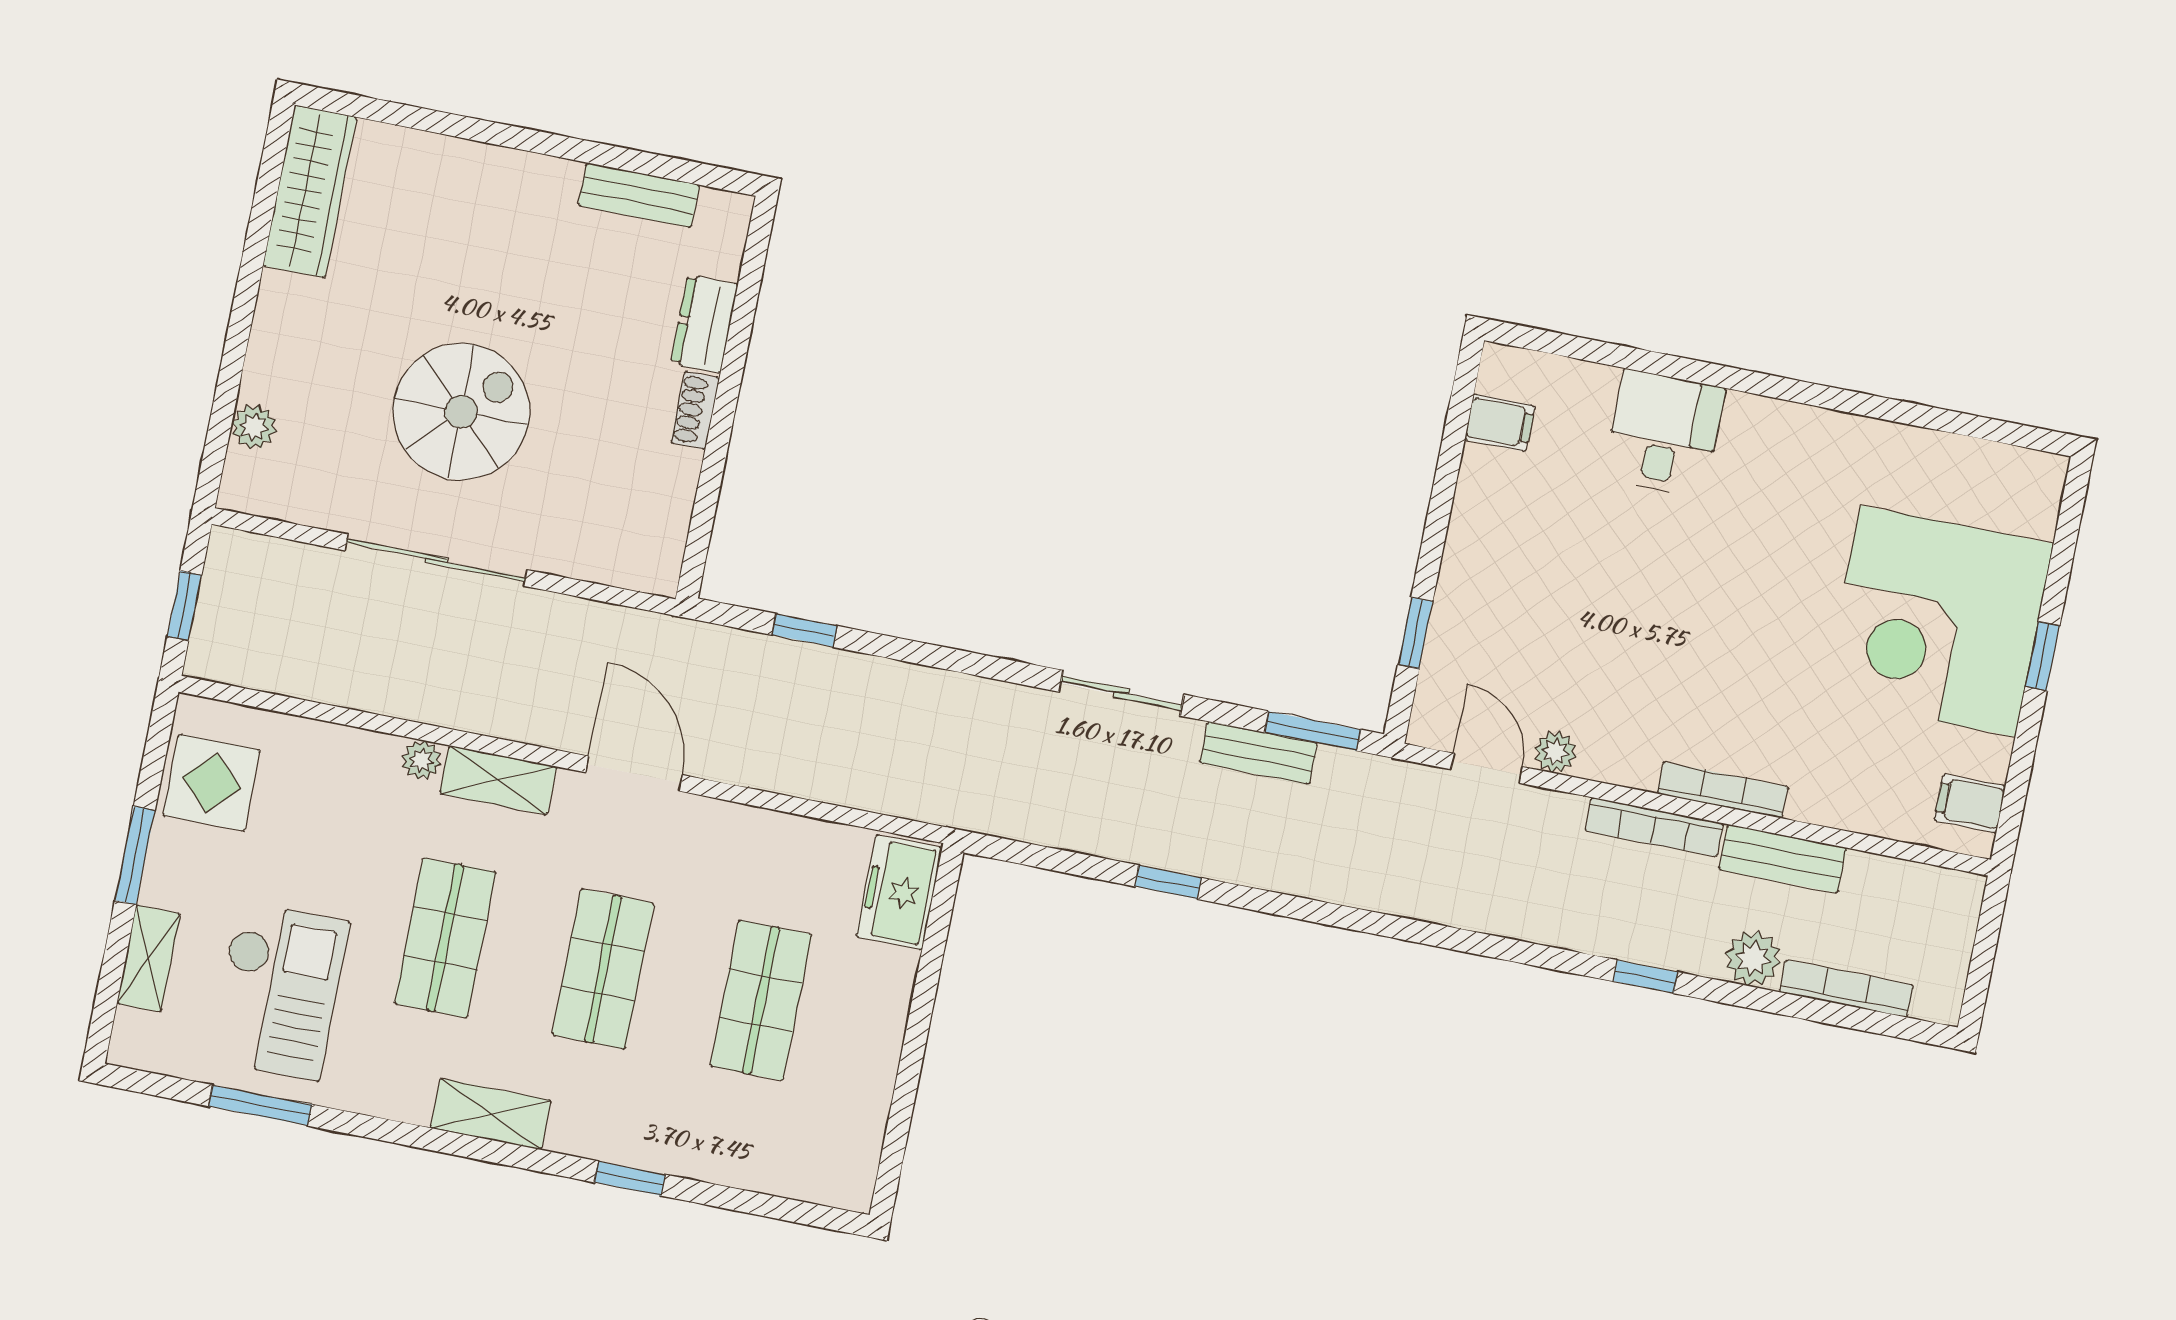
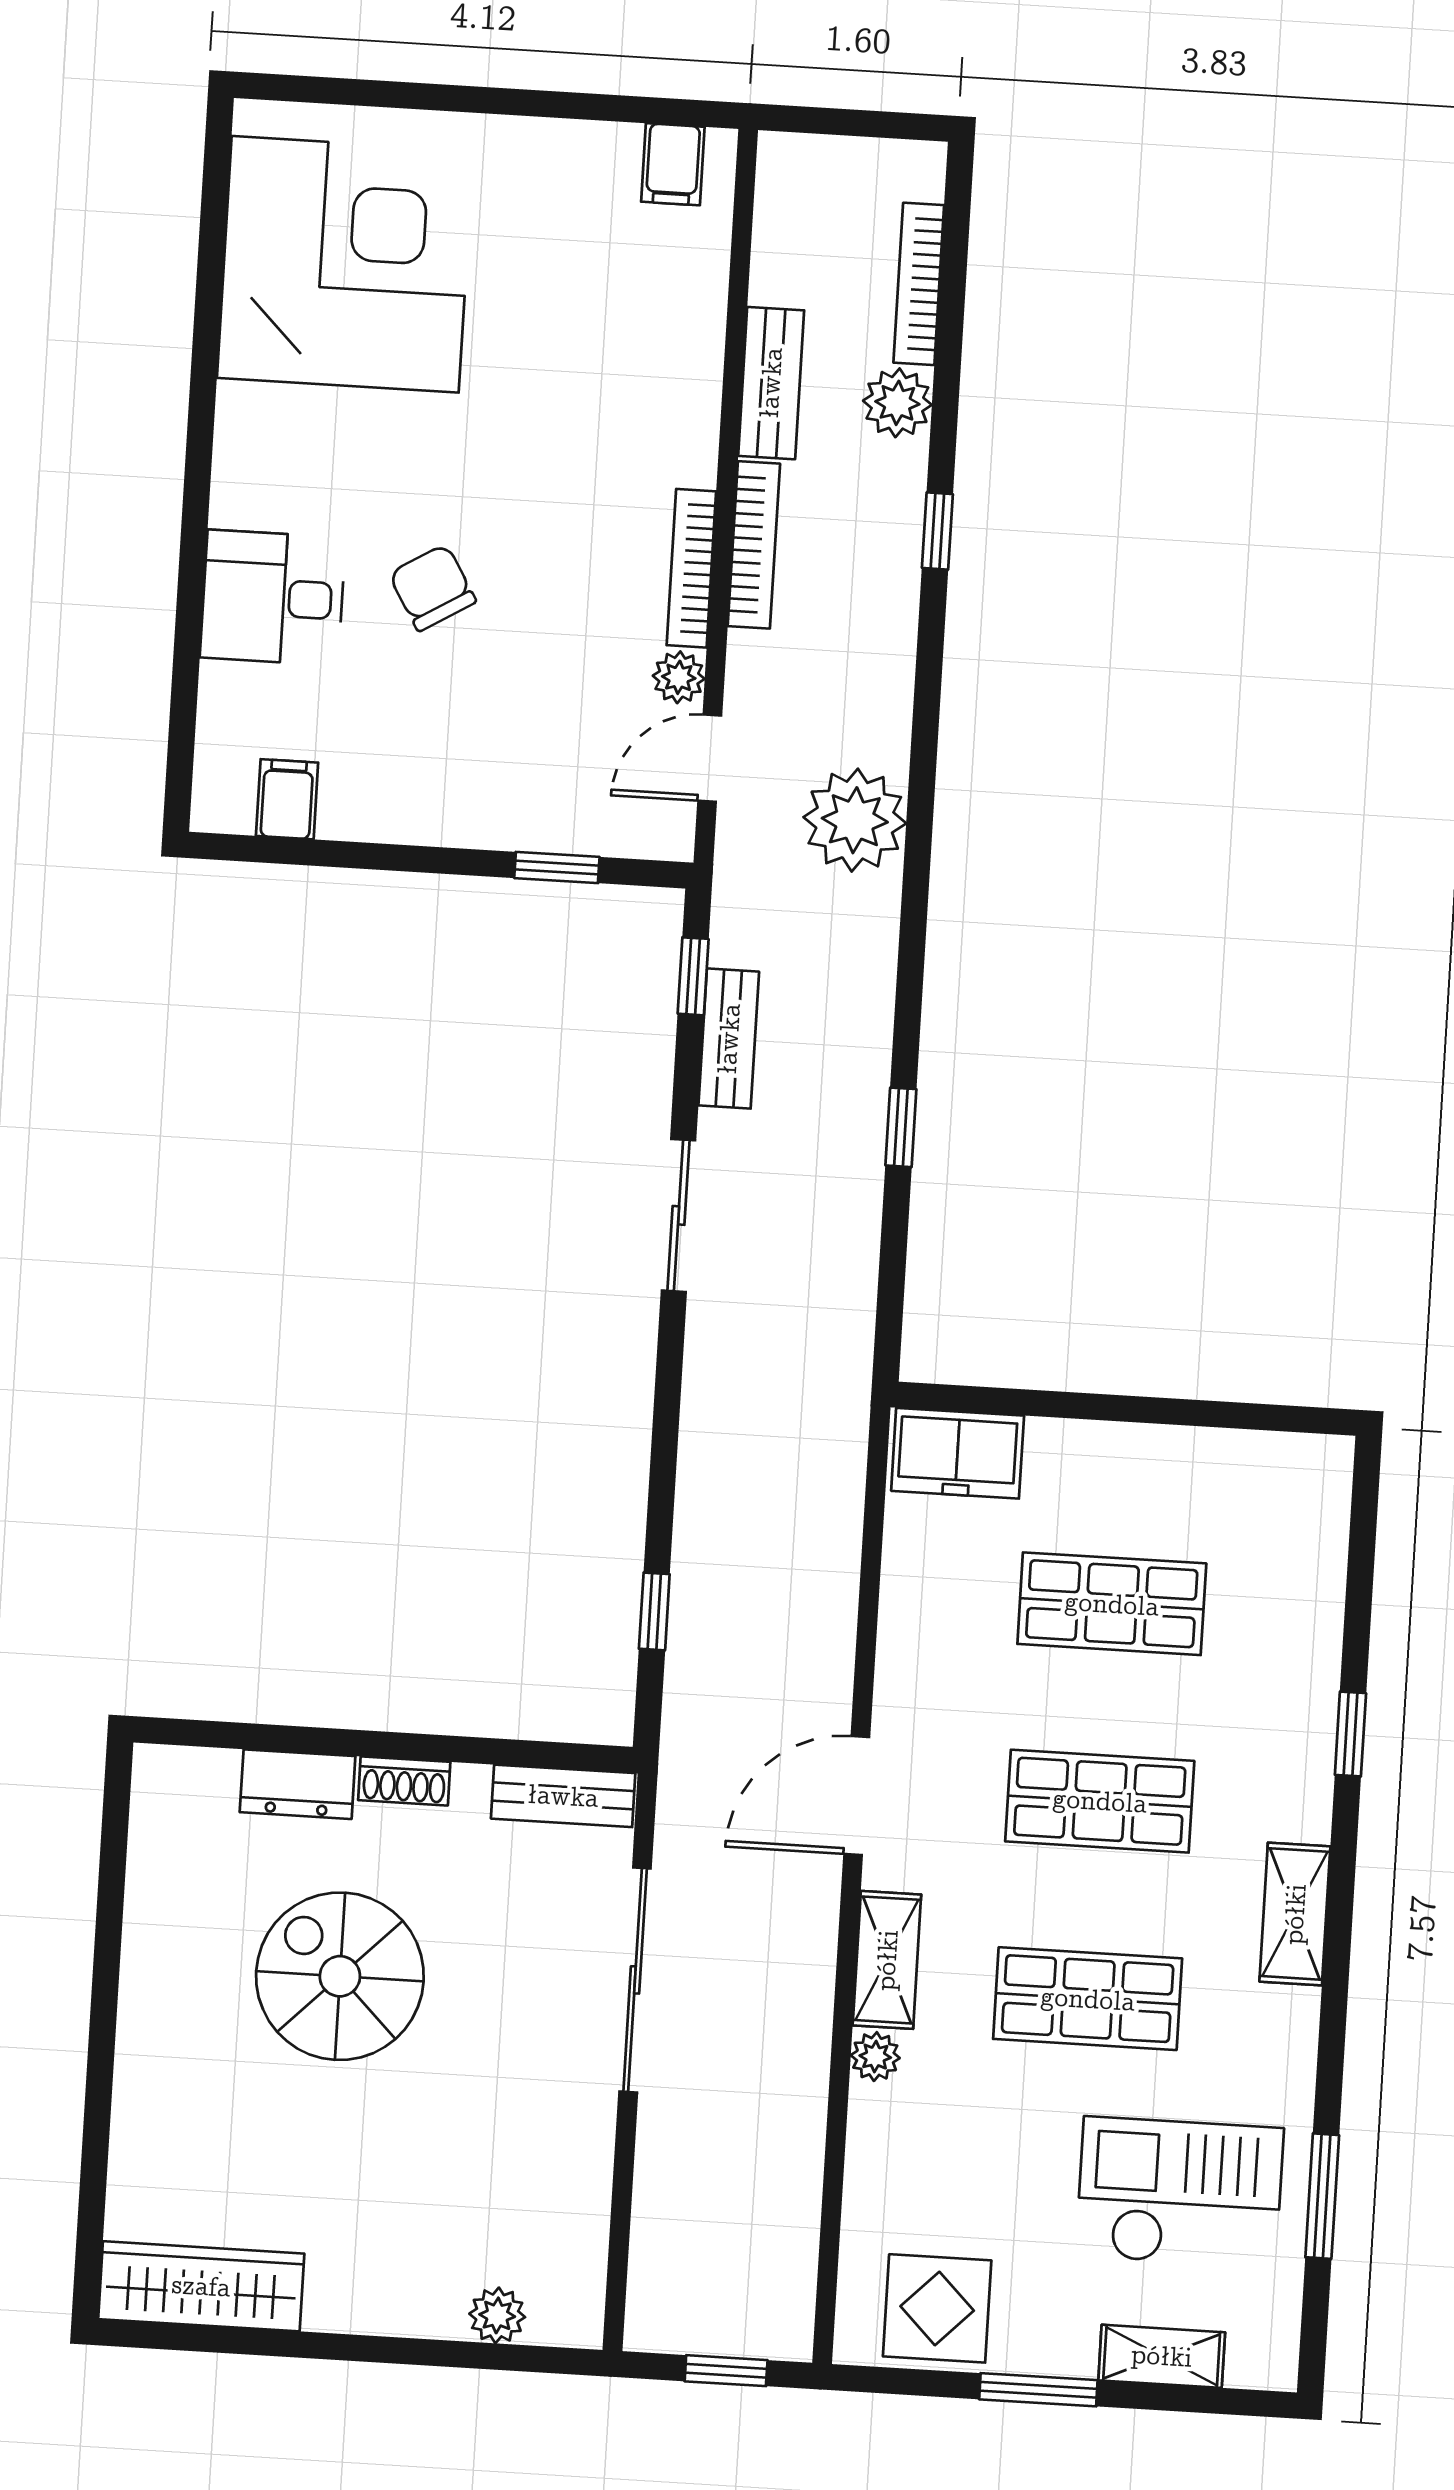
bench: (639, 195) -> (563, 1796), moved, turned 90
spiral stairs: (461, 412) -> (340, 1976), moved
sliding door: (436, 560) -> (635, 1980), moved
chair: (1655, 563) -> (432, 588), added
corner desk: (1938, 621) -> (345, 264), moved, turned -90
window: (2042, 656) -> (482, 100), removed
window: (1313, 731) -> (693, 976), width x0.67
bookcase: (1723, 790) -> (691, 568), moved
plant: (1421, 878) -> (855, 820), added

